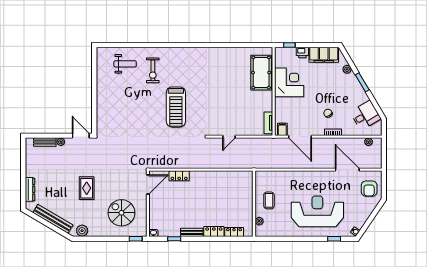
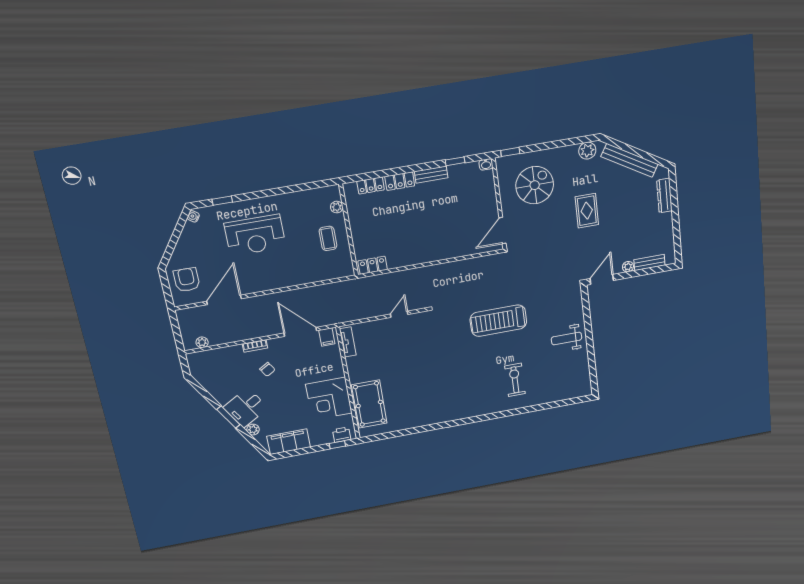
printer: (302, 52) -> (342, 435), moved
weight bench: (125, 64) -> (567, 338), moved
treadmill: (176, 107) -> (498, 321), moved, turned -90
desk: (365, 115) -> (246, 408), moved
door: (81, 136) -> (602, 279), swing flipped
door: (347, 170) -> (224, 300), swing flipped
locker: (179, 176) -> (373, 265), moved
reception desk: (317, 211) -> (255, 235), width x0.74, depth x0.77
spiral stairs: (121, 213) -> (535, 185), turned -90

